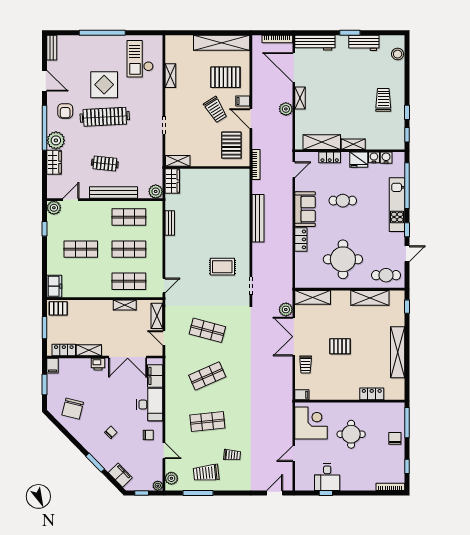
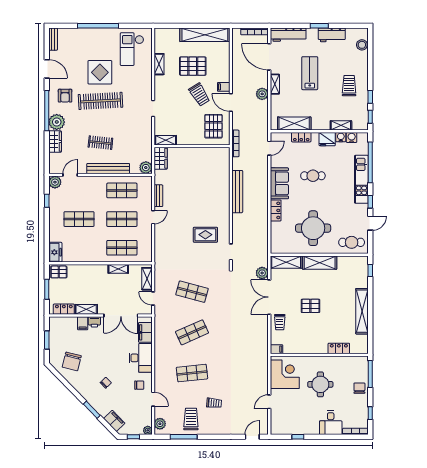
pallet: (225, 77) -> (193, 66), moved
lab bench: (339, 86) -> (310, 73), added
shelving: (353, 144) -> (341, 125), moved
door: (164, 286) -> (153, 217), moved
shelving: (370, 298) -> (320, 263), moved
filing cabinet: (53, 366) -> (83, 323), moved
trolley: (206, 473) -> (191, 419), turned 96
desk: (327, 477) -> (331, 423), moved

